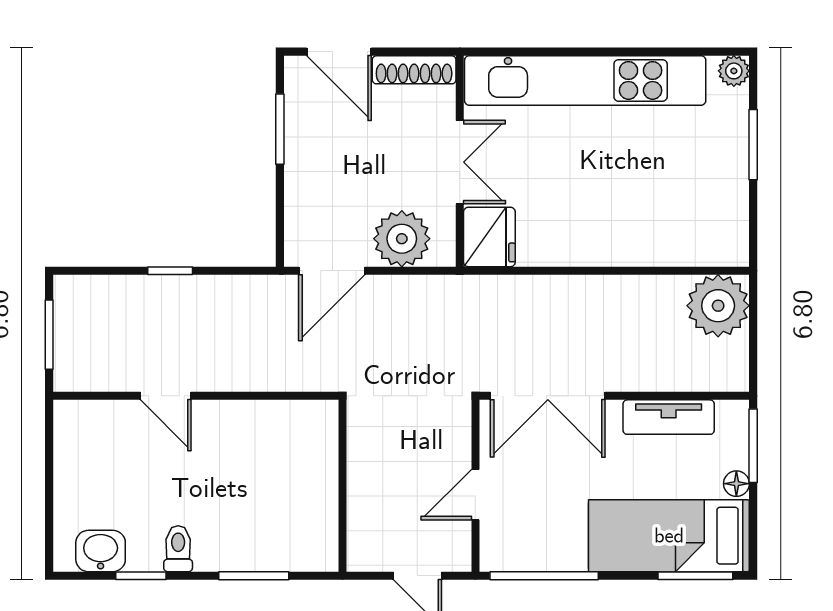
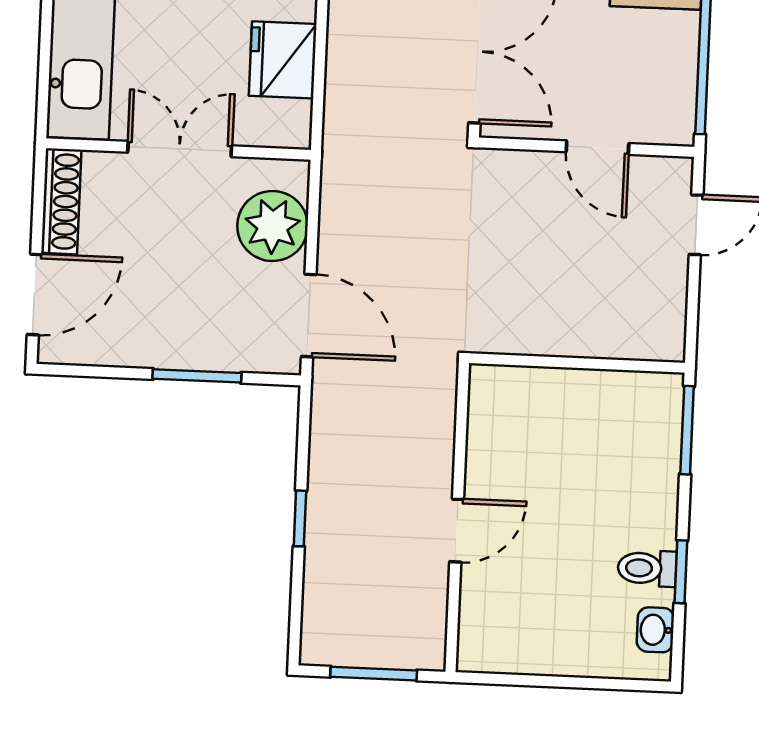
window: (280, 129) -> (197, 376), moved
fridge: (489, 237) -> (283, 60), moved, turned -90
wall: (342, 486) -> (577, 363), moved
toilet: (178, 549) -> (647, 568), moved
washbasin: (101, 551) -> (655, 630), width x0.72, depth x0.69

